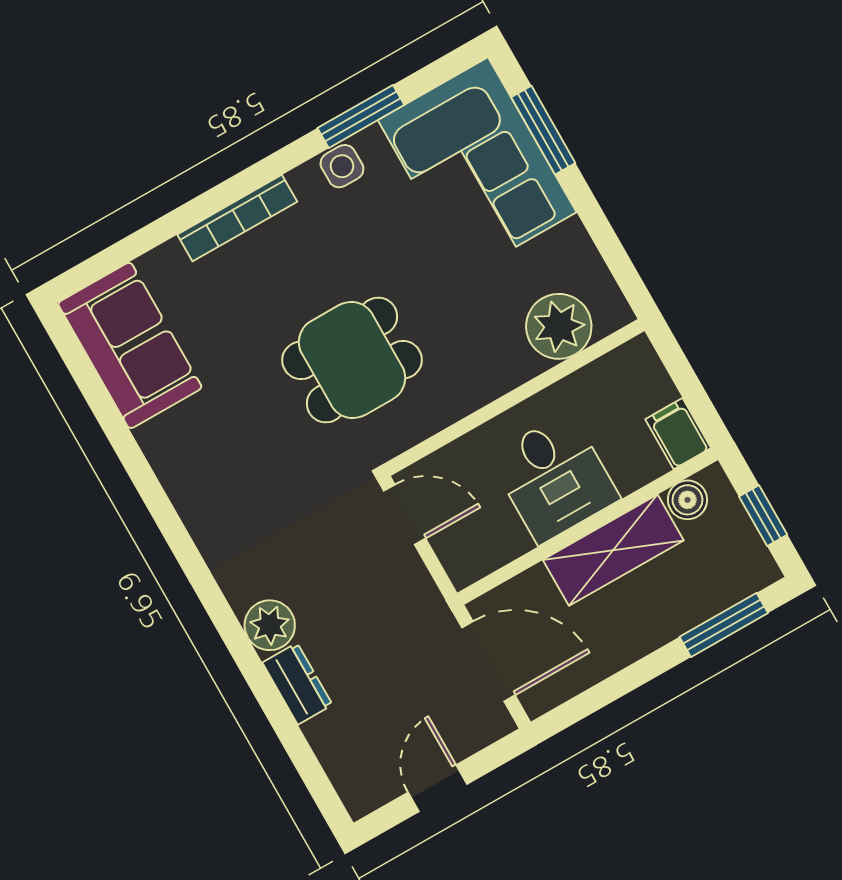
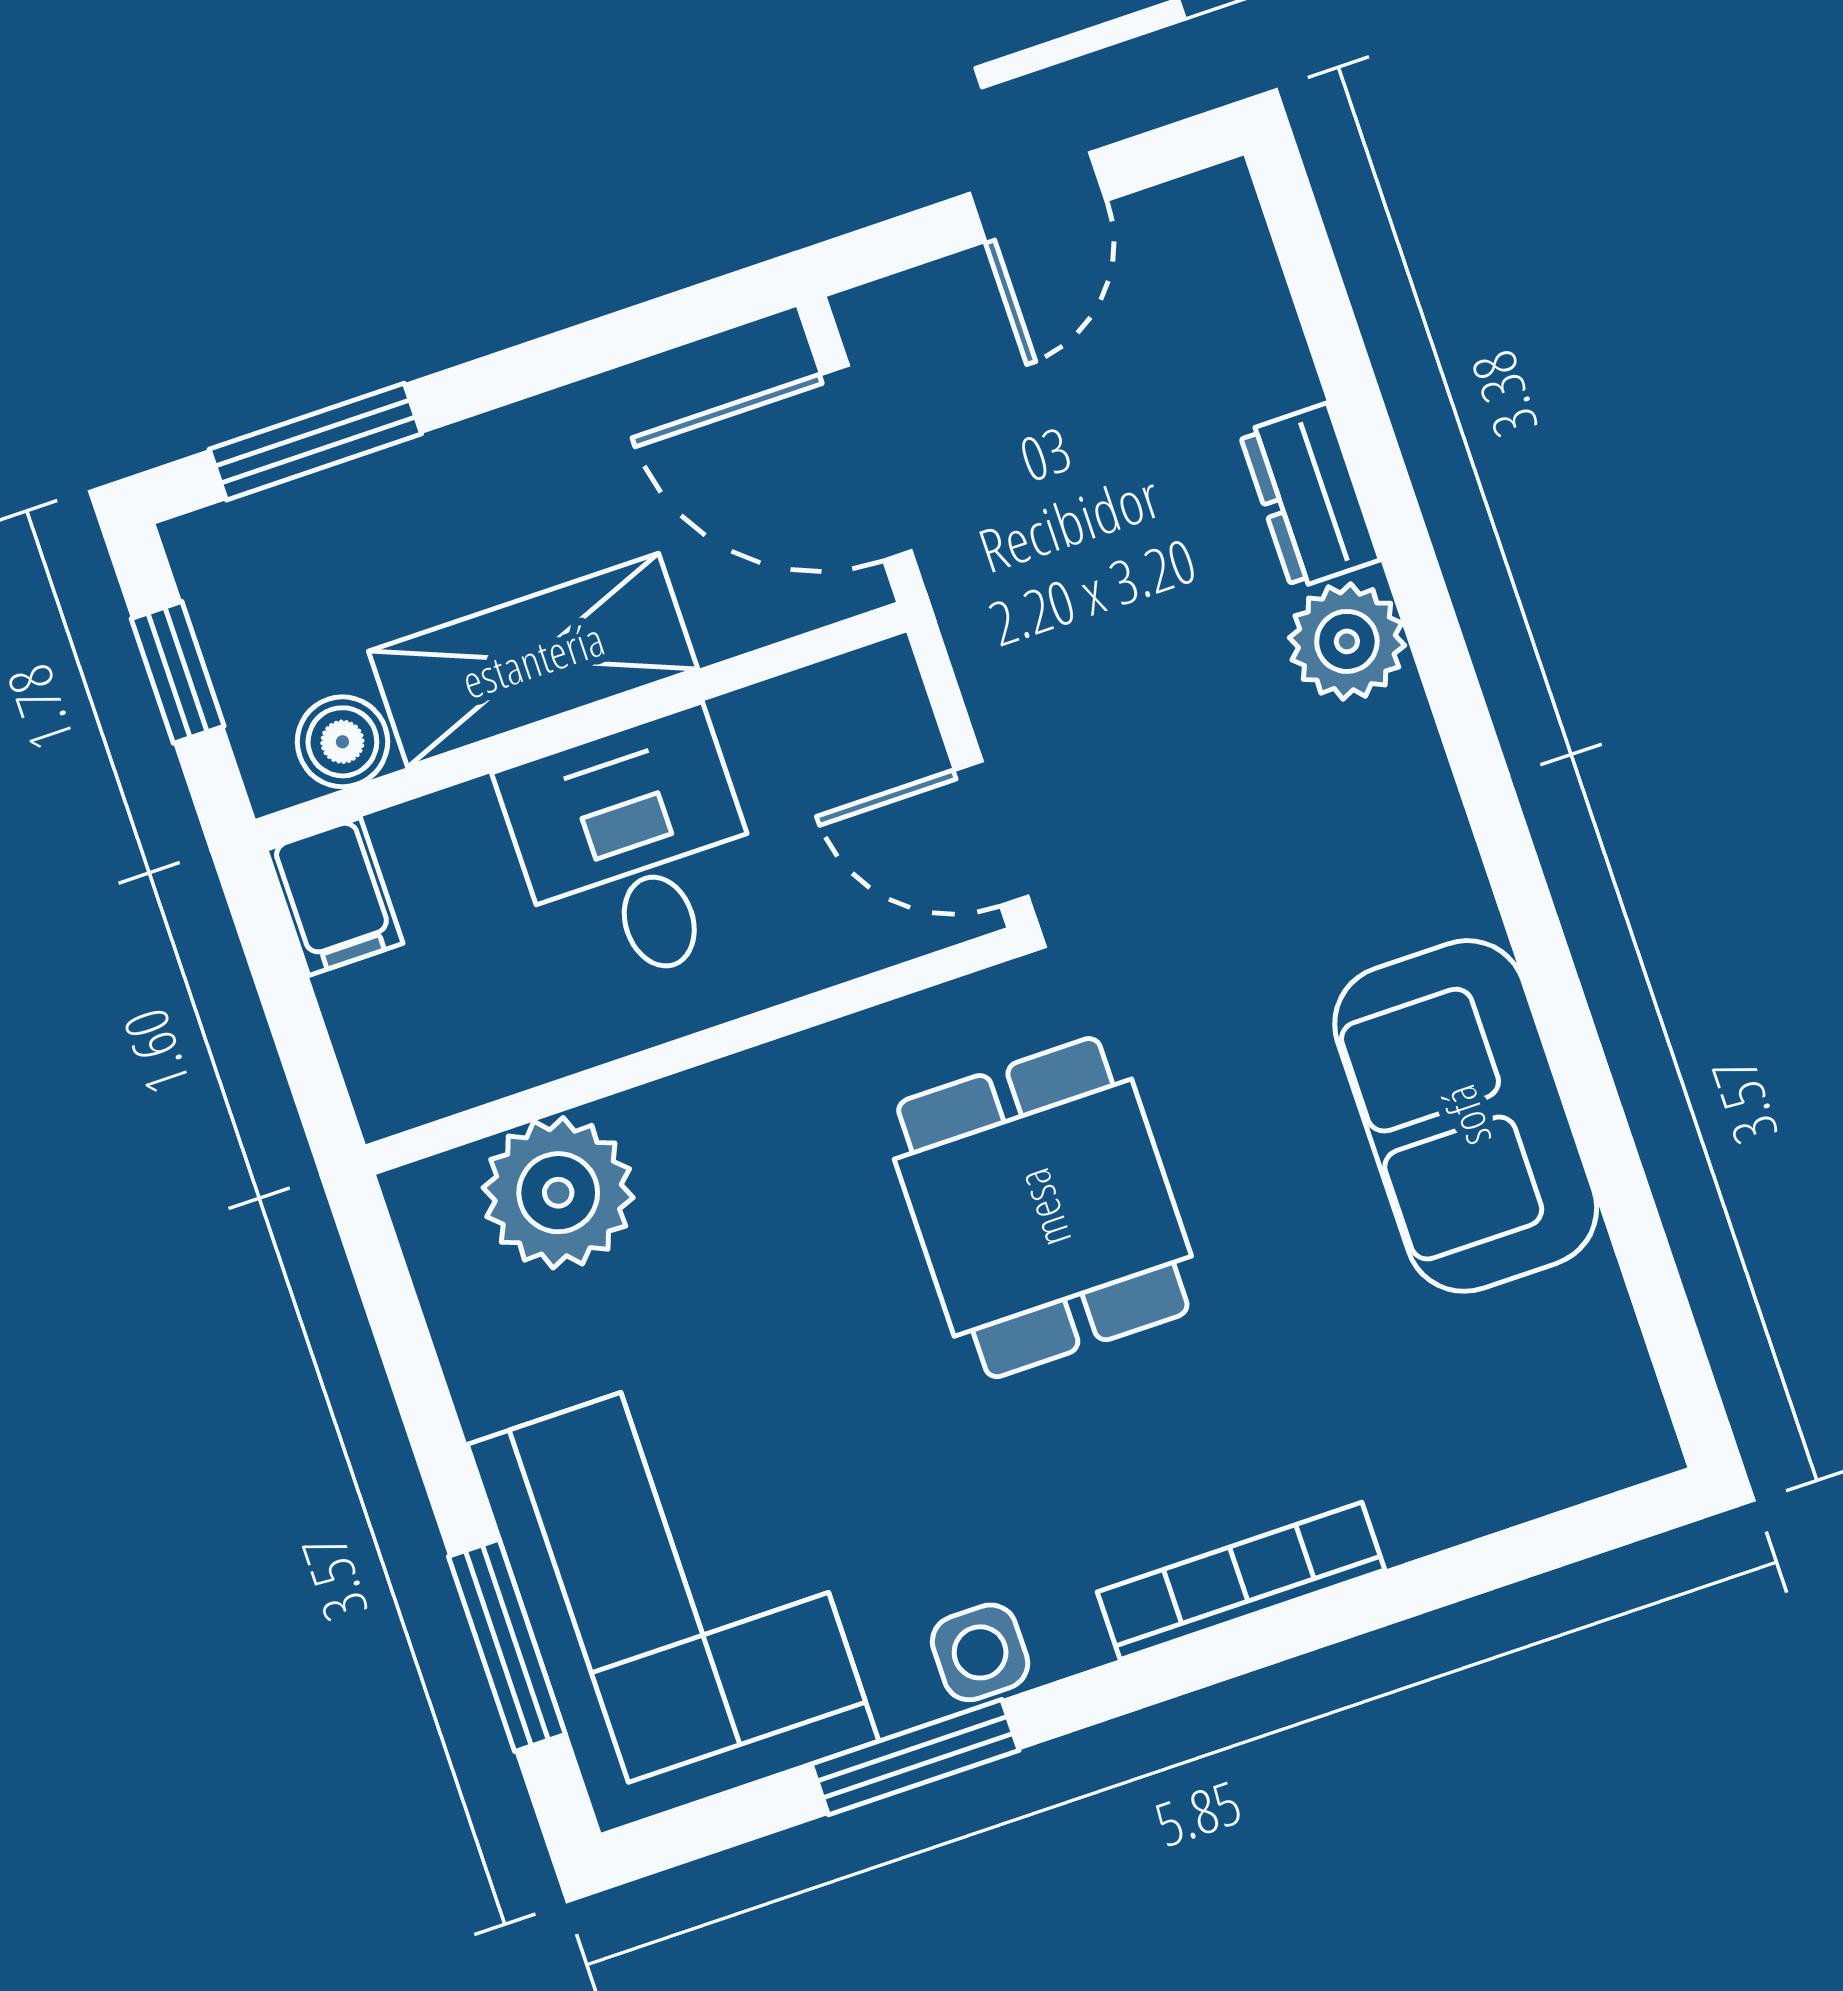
sofa: (130, 345) -> (1466, 1116), moved
dining table: (352, 360) -> (1043, 1208), turned 90

